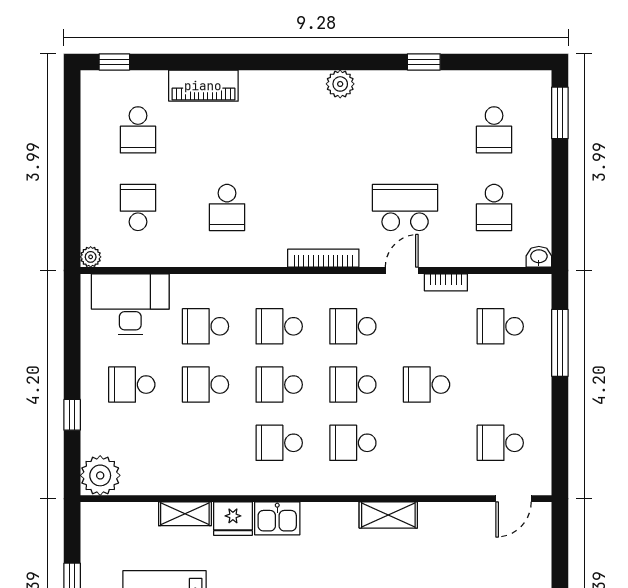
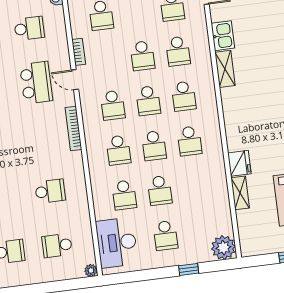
school desk: (405, 207) -> (36, 83), turned 180
school desk: (427, 443) -> (178, 51), added
kitchen sink: (277, 518) -> (223, 36), moved

